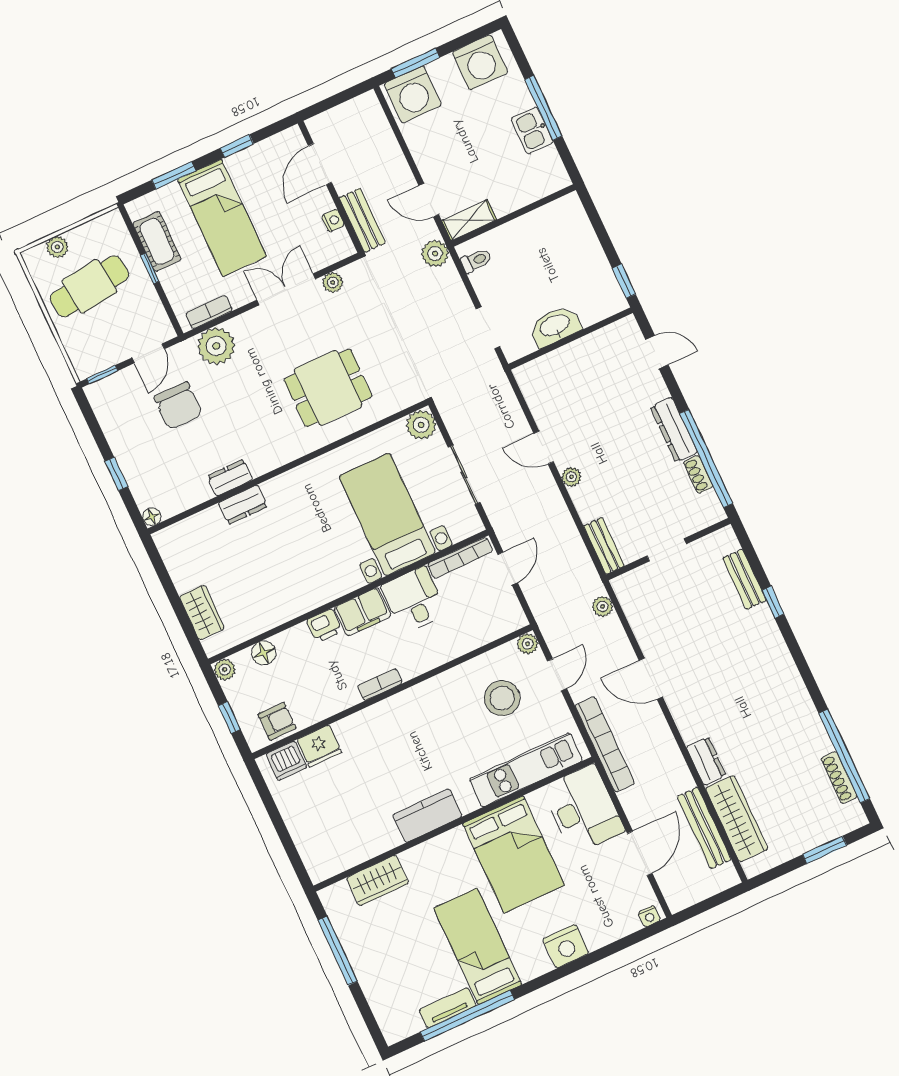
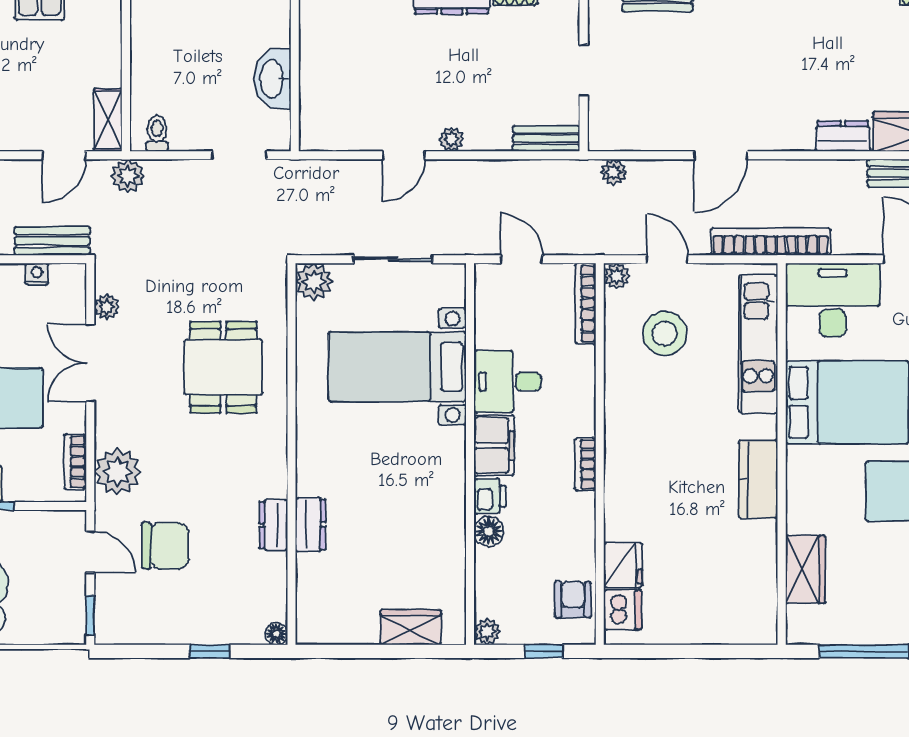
bookcase: (460, 558) -> (586, 304), moved, turned 180
floor lamp: (264, 653) -> (489, 531), moved

